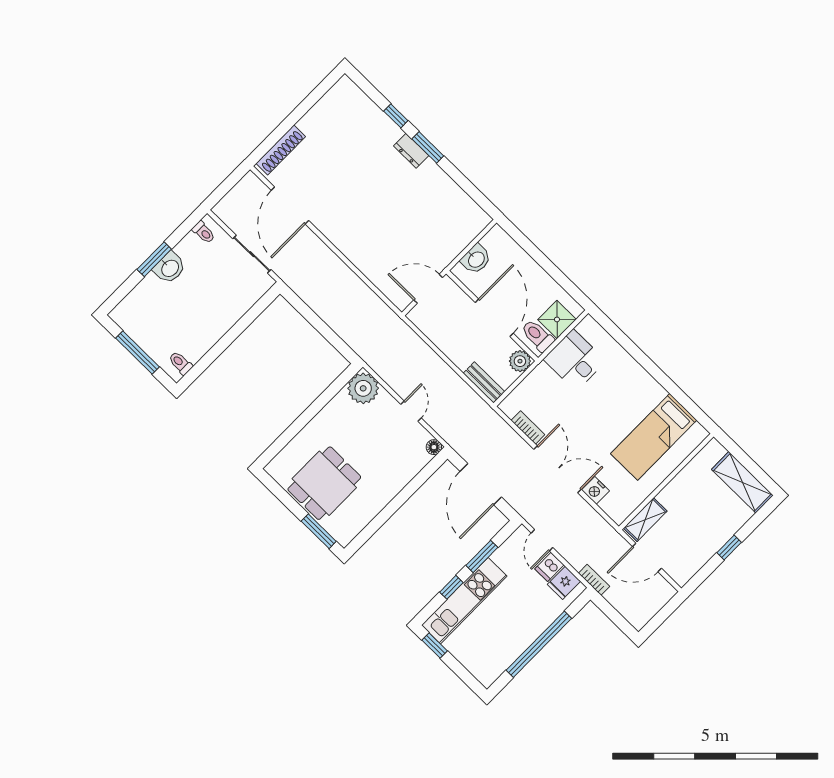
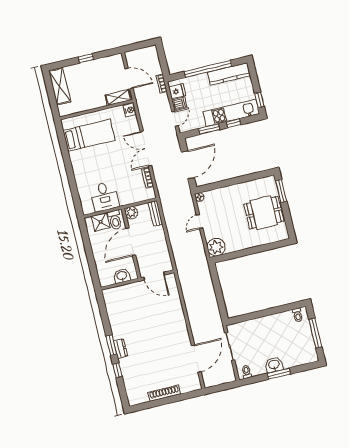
shoe rack: (281, 150) -> (164, 393), moved
nightstand: (595, 490) -> (130, 110), moved
kitchen counter: (503, 656) -> (229, 74), added

